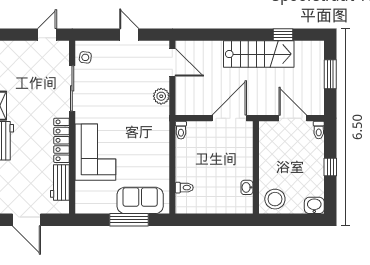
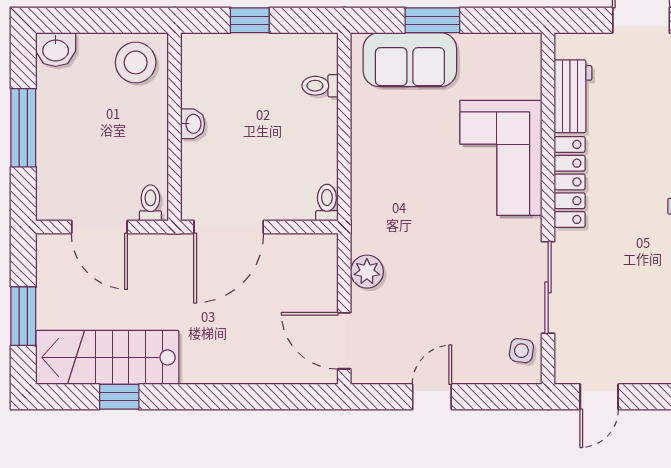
door: (129, 35) -> (432, 397), swing flipped
stairs: (259, 54) -> (107, 357), moved
toilet: (319, 130) -> (150, 203), moved
window: (330, 167) -> (23, 128), width x2.17
washbasin: (247, 187) -> (193, 124), moved
window: (129, 220) -> (432, 20), width x0.69
window: (219, 220) -> (250, 20), added

